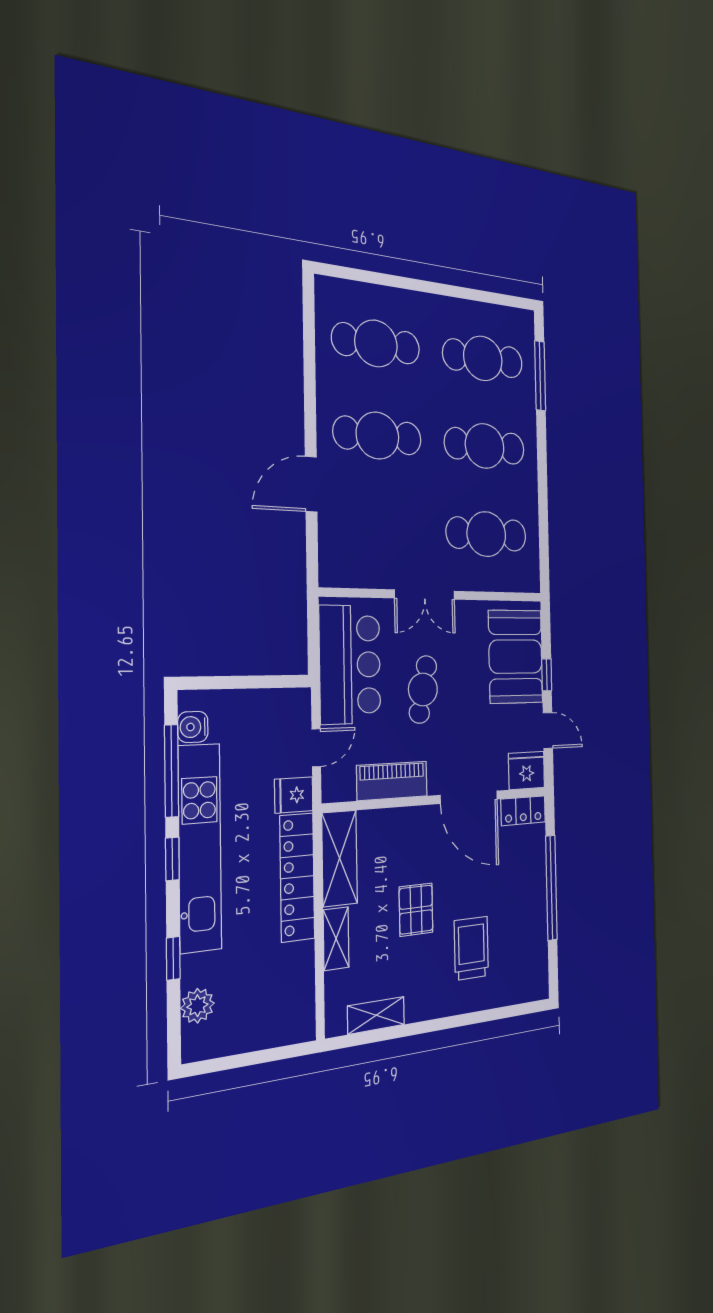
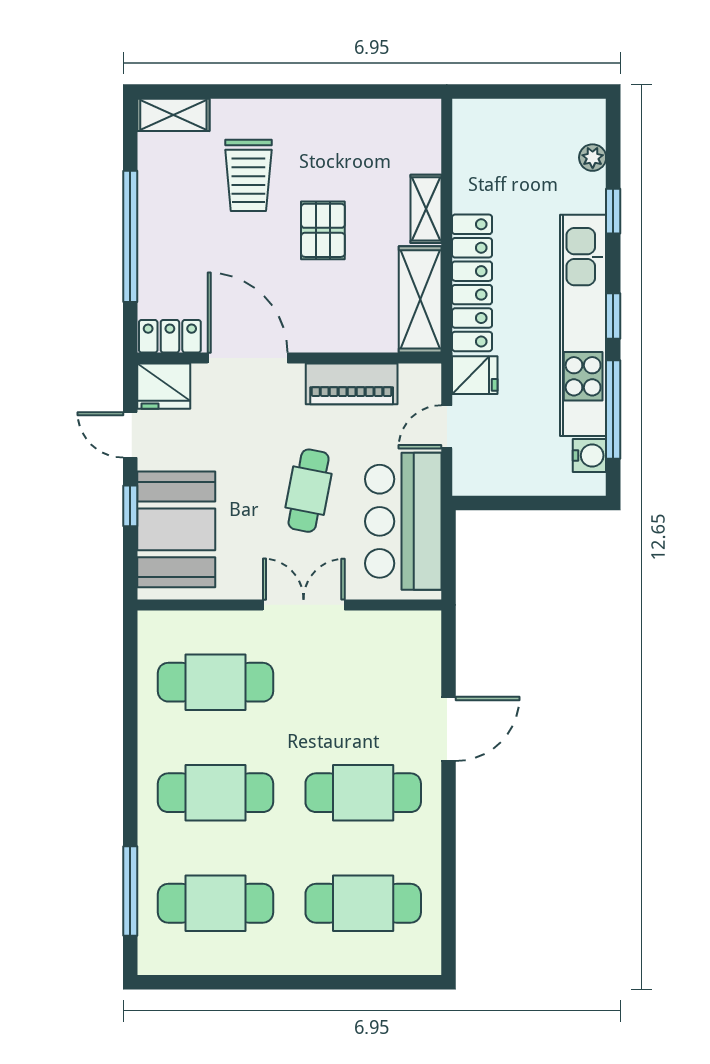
plant: (197, 1006) -> (593, 158), width x0.73, depth x0.73
shelving: (376, 1015) -> (173, 115), moved

